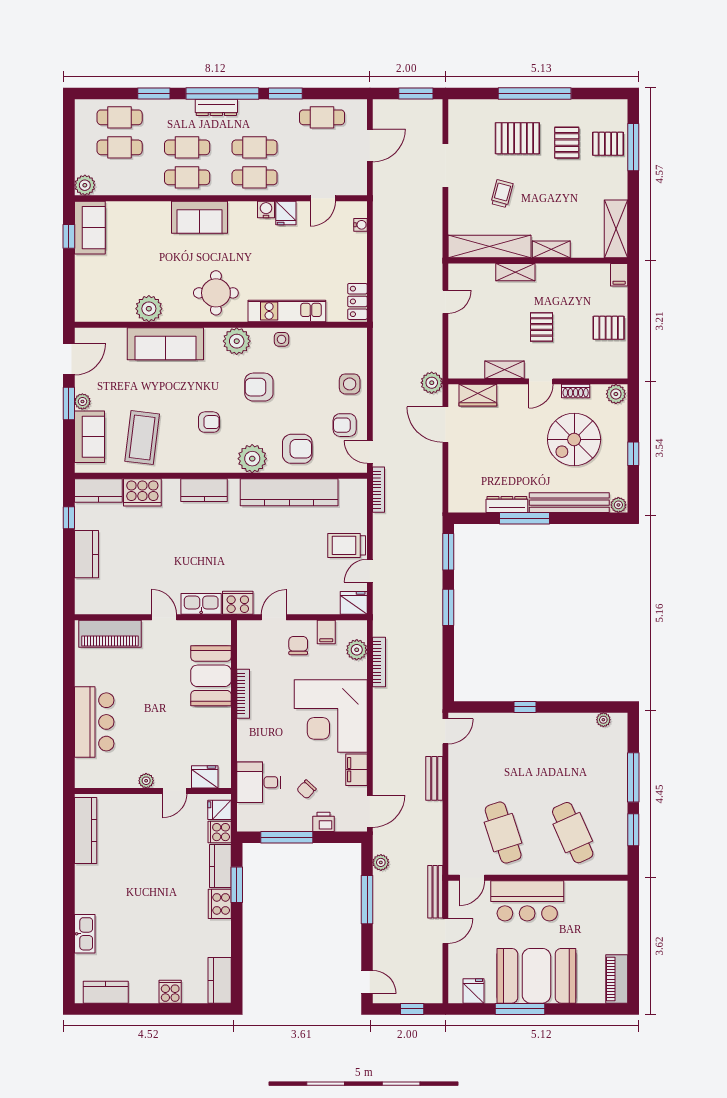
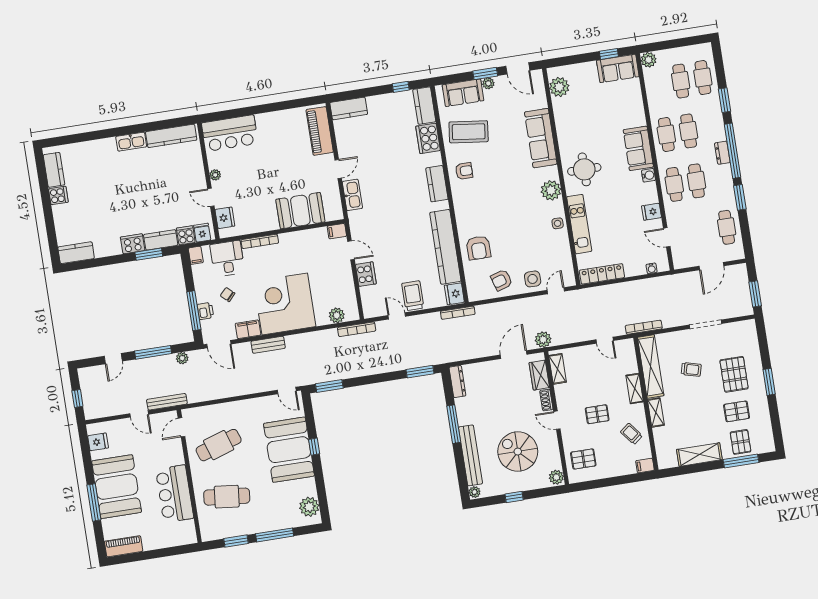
window: (535, 94) -> (769, 382), width x0.47
dresser: (216, 107) -> (722, 153), width x0.70
door: (370, 145) -> (711, 266), hinge flipped
water cooler: (266, 209) -> (648, 175), moved
shelving: (616, 229) -> (699, 455), moved
bookcase: (436, 247) -> (644, 327), added
trolley: (574, 286) -> (631, 434), added
locker: (357, 301) -> (602, 274), width x1.53
plant: (149, 309) -> (559, 87), moved
pallet: (609, 328) -> (583, 459), moved, turned 90
shelving: (505, 370) -> (558, 369), moved
armchair: (259, 387) -> (520, 212), removed
shoe rack: (576, 391) -> (546, 400), moved
armchair: (209, 422) -> (464, 171), moved, turned -90
armchair: (345, 425) -> (502, 280), turned -107
door: (370, 452) -> (556, 291), moved
plant: (252, 459) -> (466, 216), removed
dresser: (507, 504) -> (457, 381), moved
kitchen counter: (86, 554) -> (349, 108), moved
cooker: (238, 603) -> (366, 274), moved
fridge: (354, 603) -> (454, 294), moved, turned 180
window: (448, 607) -> (329, 386), moved
filing cabinet: (326, 632) -> (337, 231), moved
chair: (298, 646) -> (333, 272), removed
bookcase: (379, 662) -> (357, 329), moved
bookcase: (243, 694) -> (260, 241), moved
plant: (603, 720) -> (309, 507), width x1.87, depth x1.87
bar counter: (94, 722) -> (230, 133), moved
booth: (524, 741) -> (289, 450), added
bench: (434, 778) -> (268, 345), moved
filing cabinet: (248, 823) -> (196, 255), added
cafe table: (573, 833) -> (227, 497), turned 30
window: (287, 837) -> (194, 311), moved
door: (472, 878) -> (182, 427), hinge flipped
bar counter: (527, 901) -> (175, 494), moved
kitchen sink: (85, 934) -> (131, 142), moved
door: (367, 982) -> (113, 359), moved
cooker: (170, 992) -> (58, 195), moved
window: (520, 1009) -> (94, 502), moved

